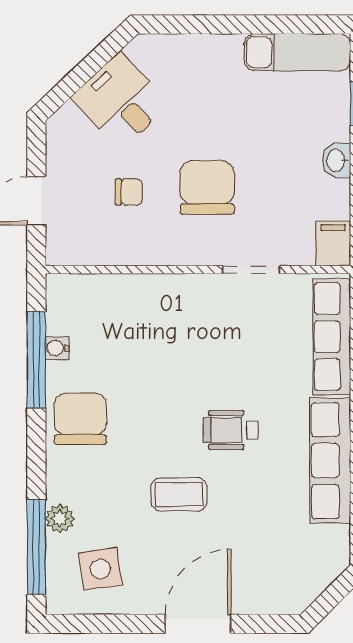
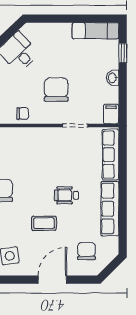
chair: (129, 192) -> (23, 114), moved
chair: (277, 558) -> (86, 251), added

